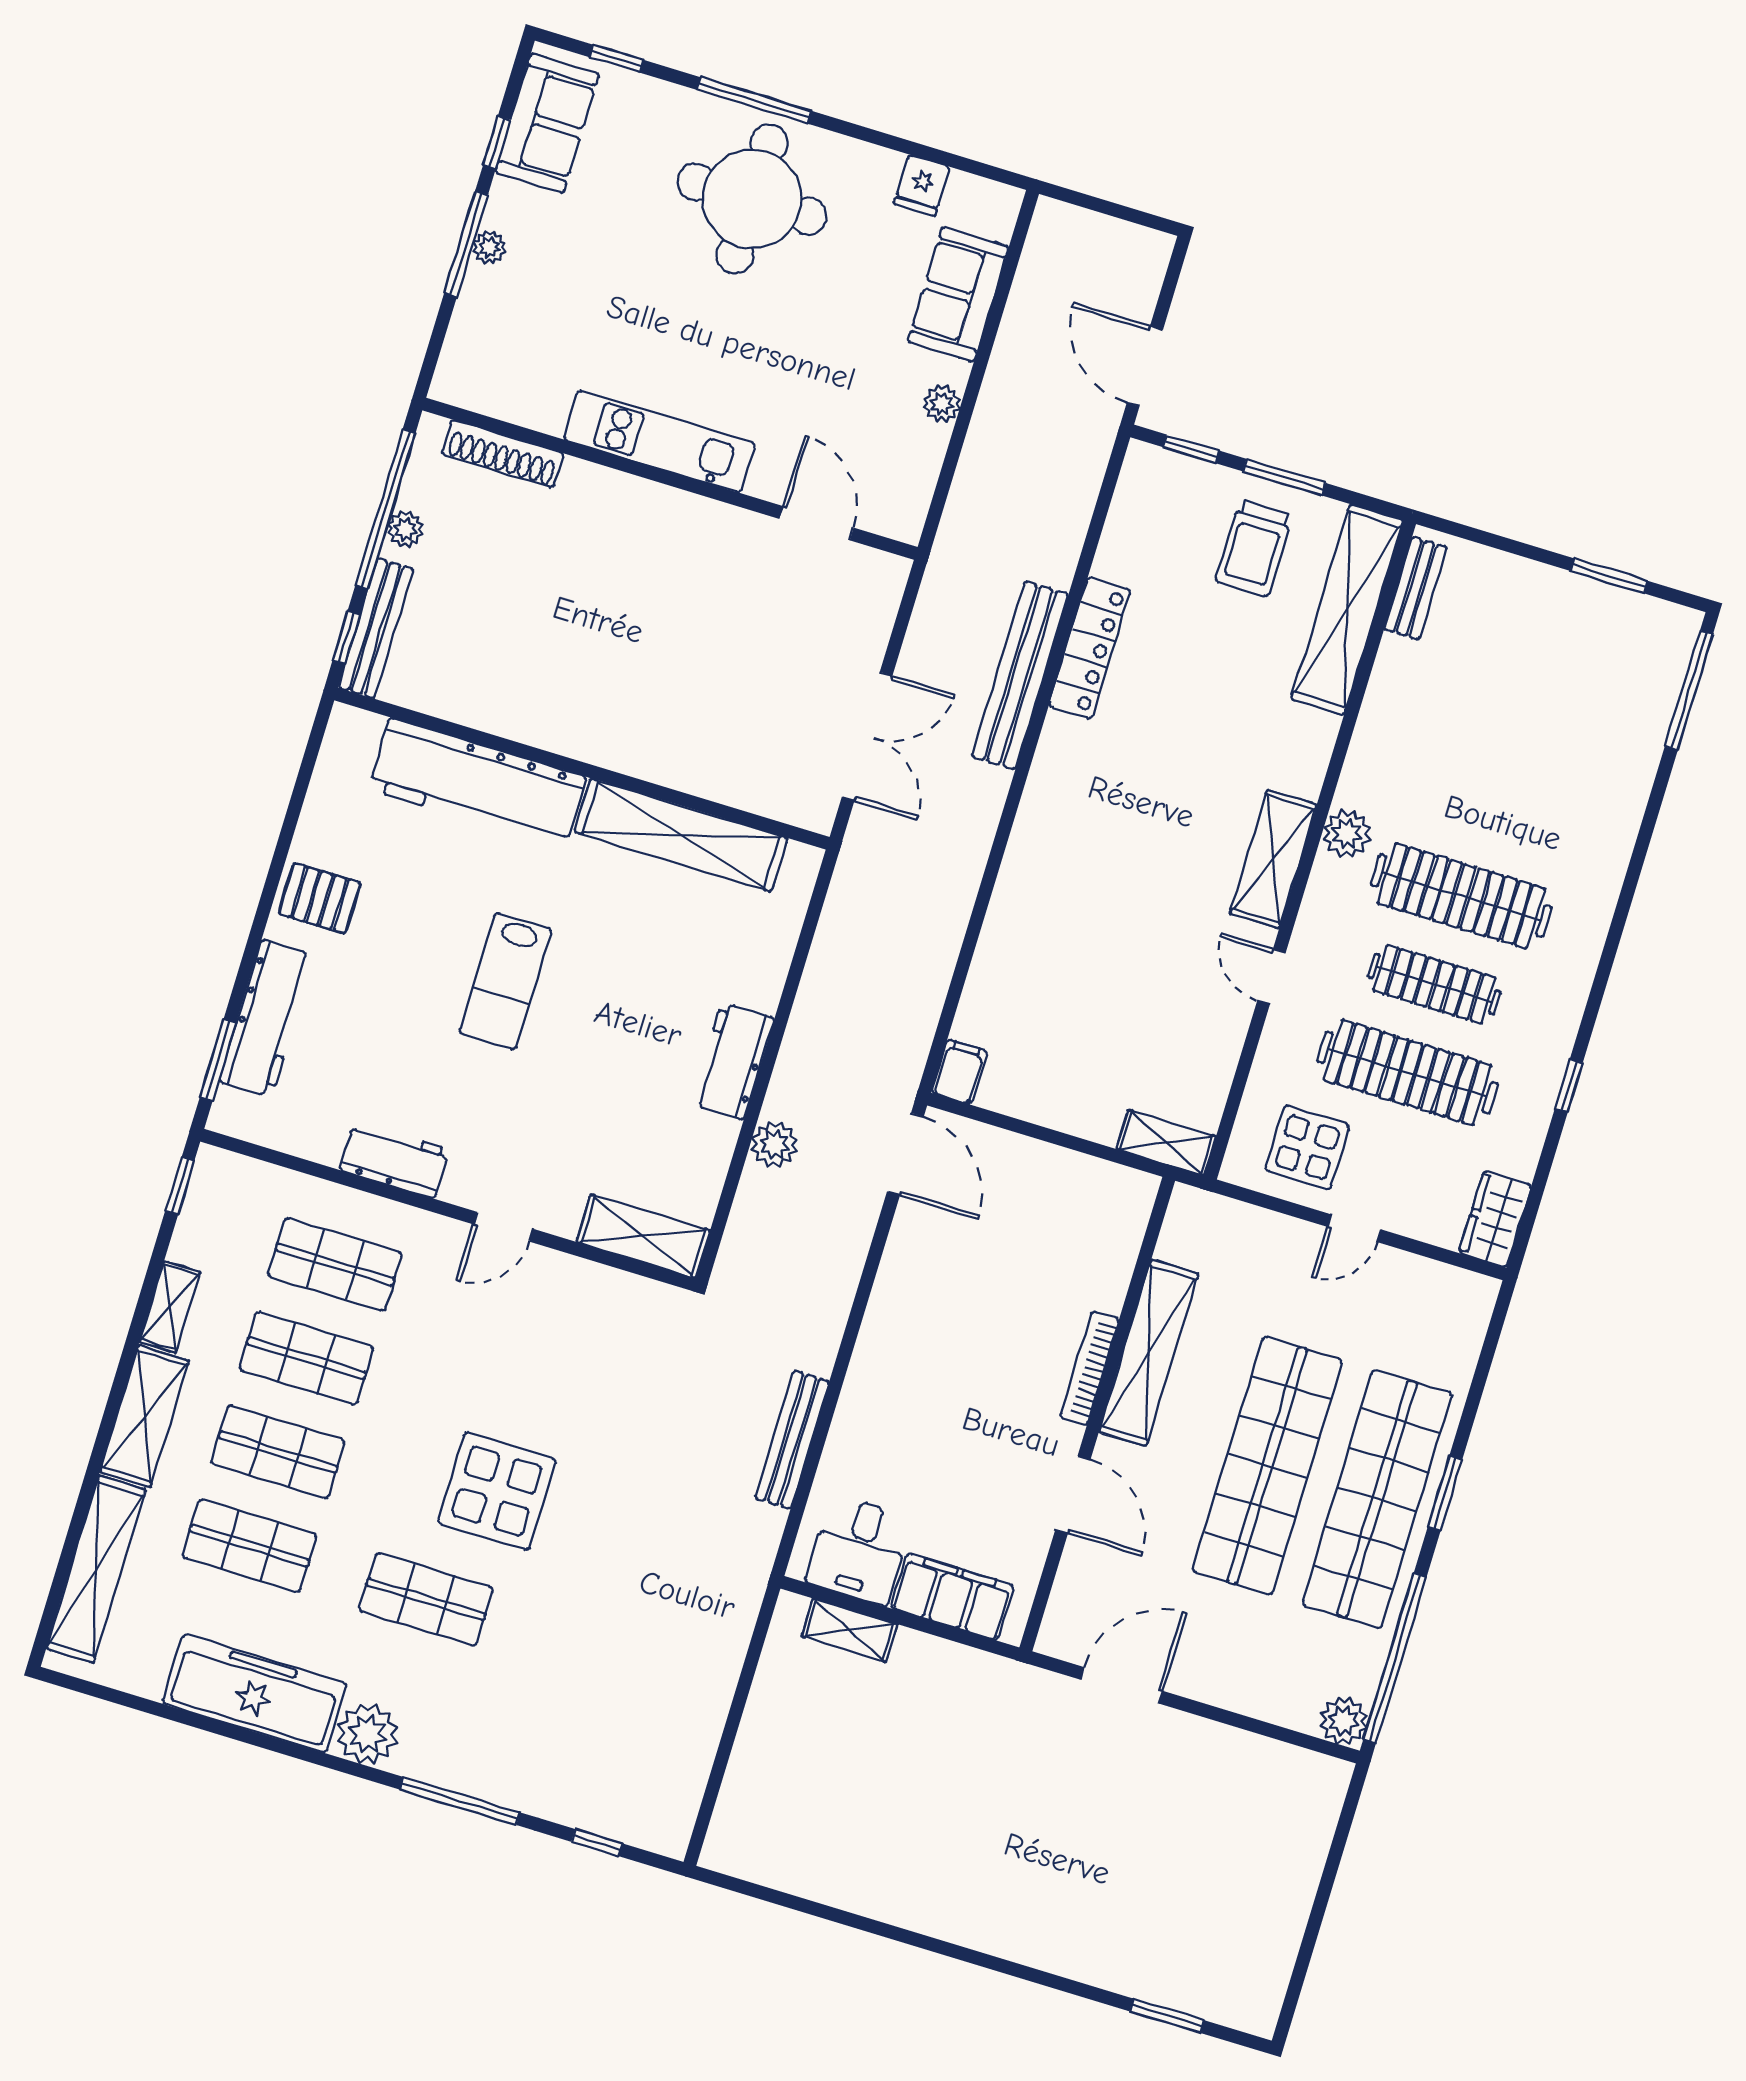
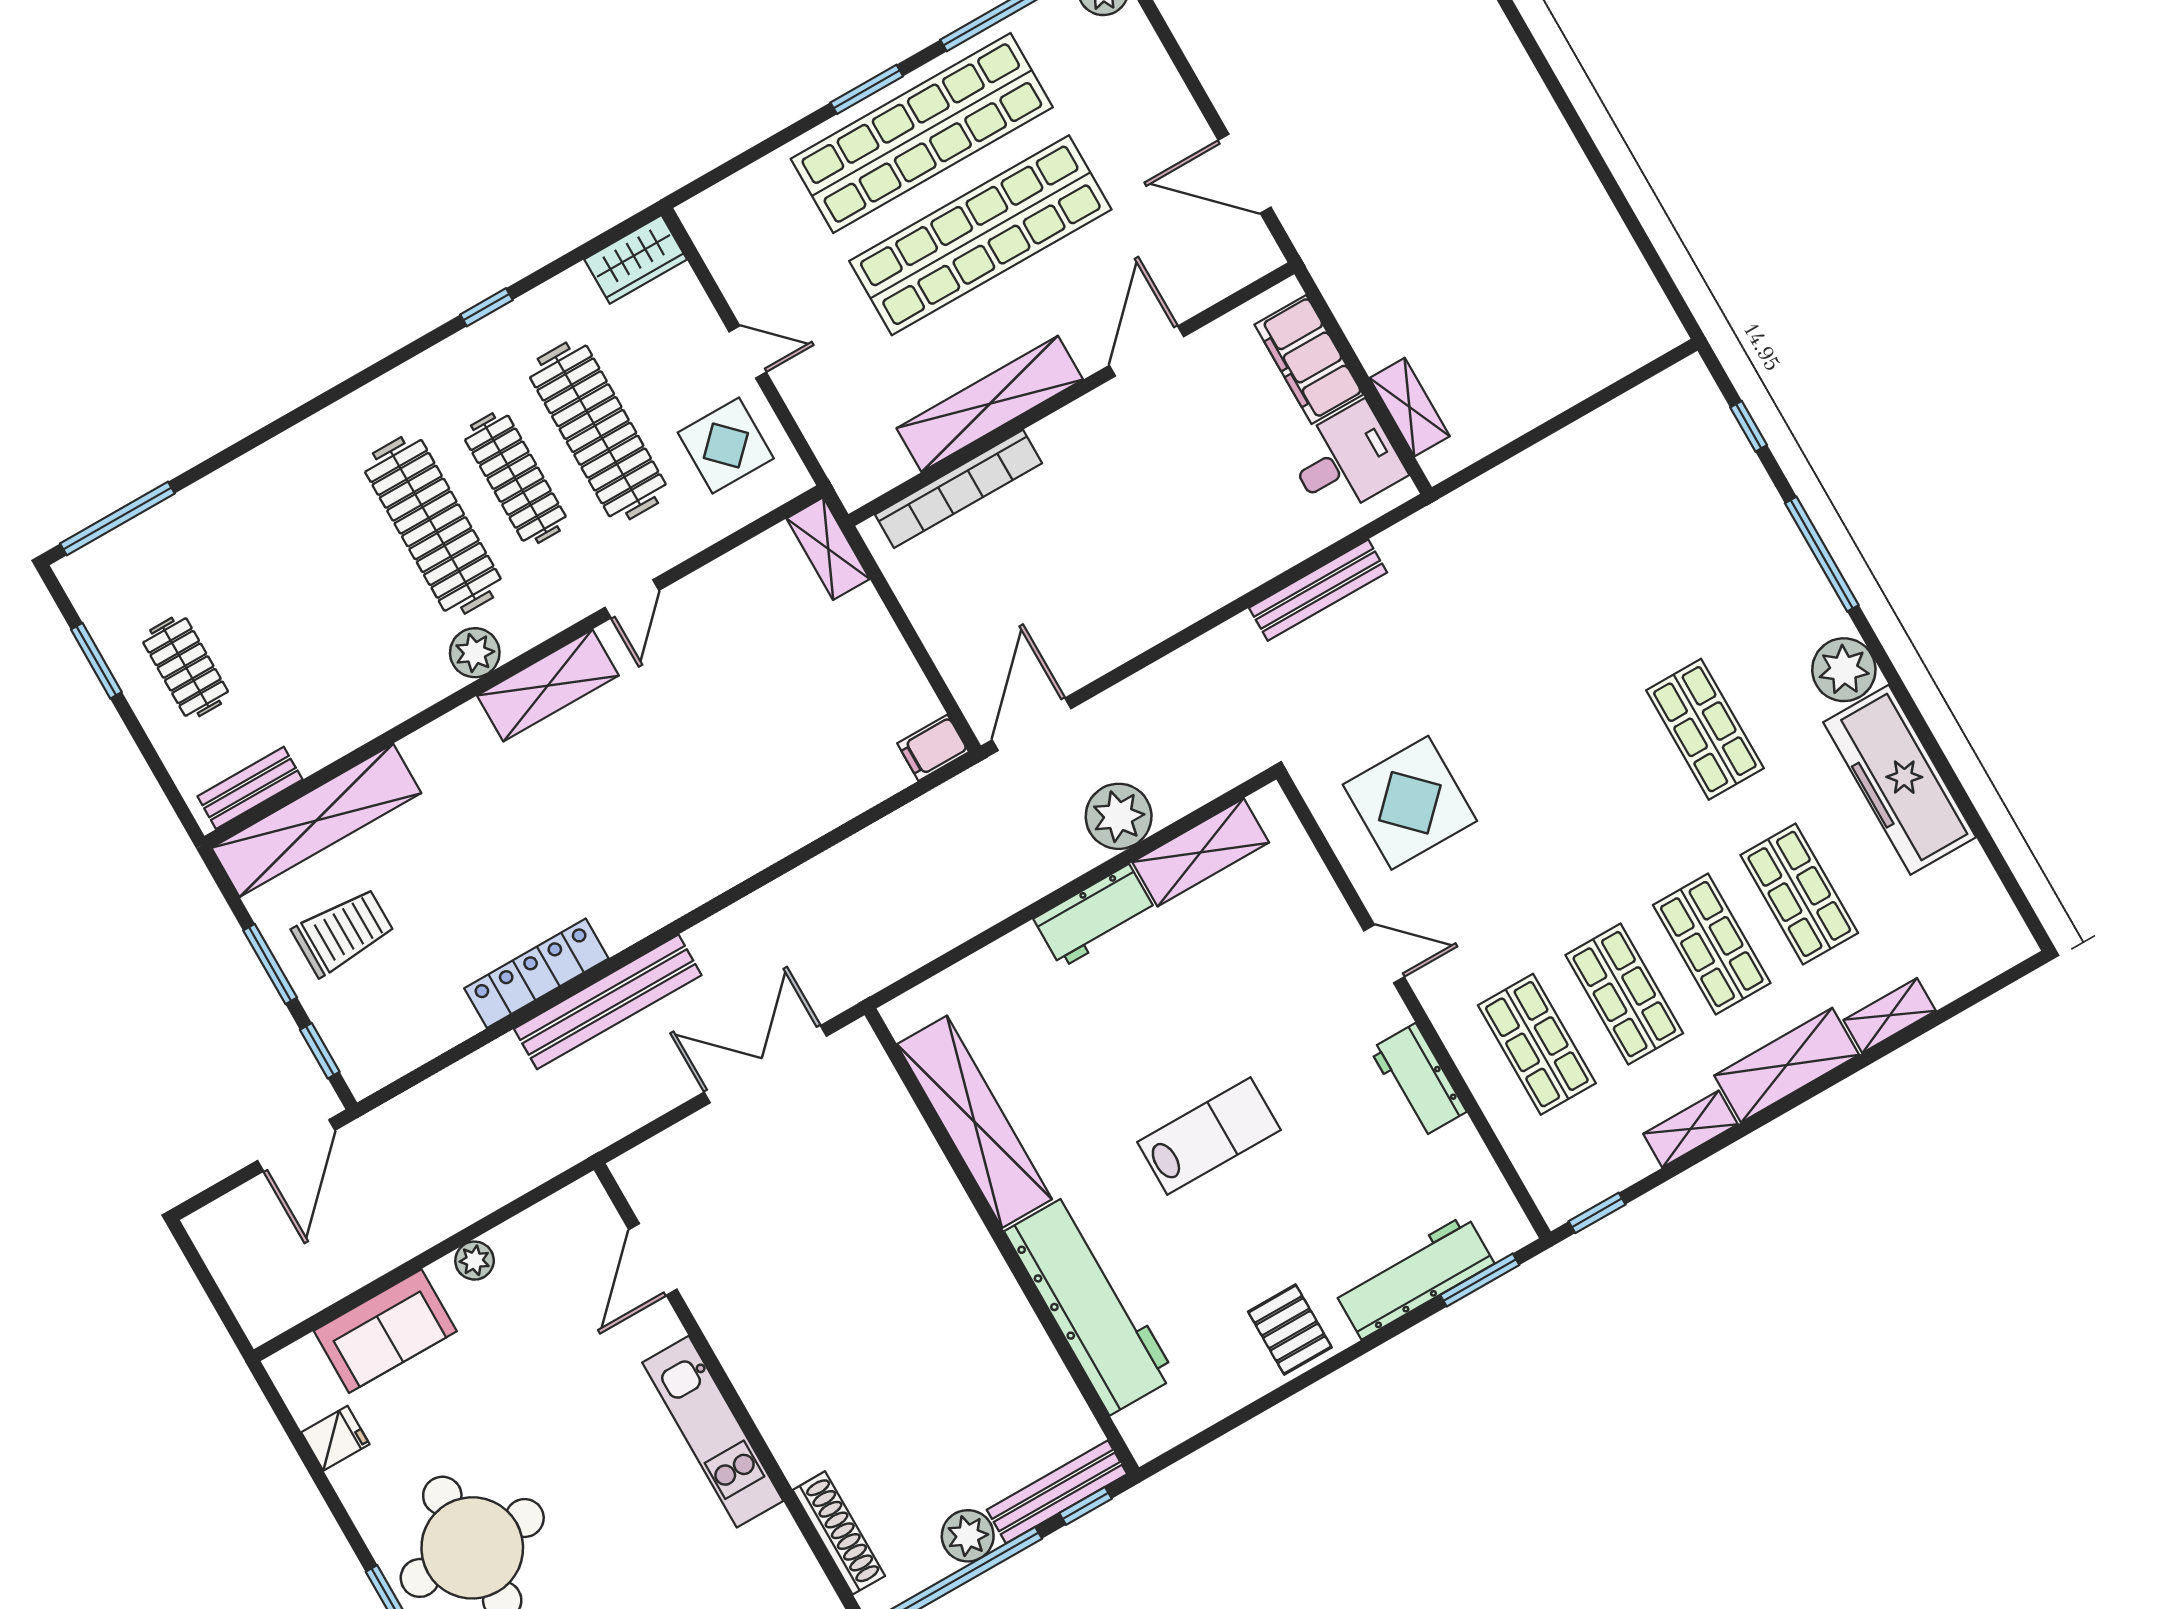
plant: (405, 529) -> (968, 1536), width x1.38, depth x1.38
clothes rail: (1542, 631) -> (186, 667), added
plant: (774, 1144) -> (1119, 816), width x1.36, depth x1.36
shelving: (643, 1236) -> (1201, 852), moved, turned 90
bookcase: (1089, 1368) -> (959, 489), moved, width x1.48, depth x1.31
display table: (497, 1491) -> (1410, 803), moved
shelving: (96, 1569) -> (1890, 1015), width x0.45, depth x0.75

